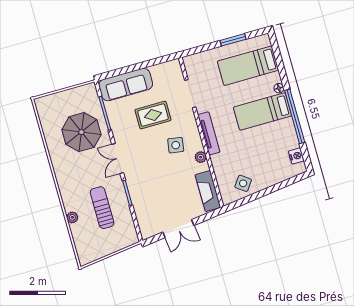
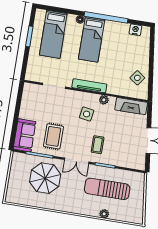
sofa: (126, 84) -> (24, 135), width x0.73
rug: (153, 115) -> (53, 136), moved
coffee table: (147, 174) -> (98, 145), added
sun lounger: (102, 208) -> (107, 189), width x1.36, depth x1.34

